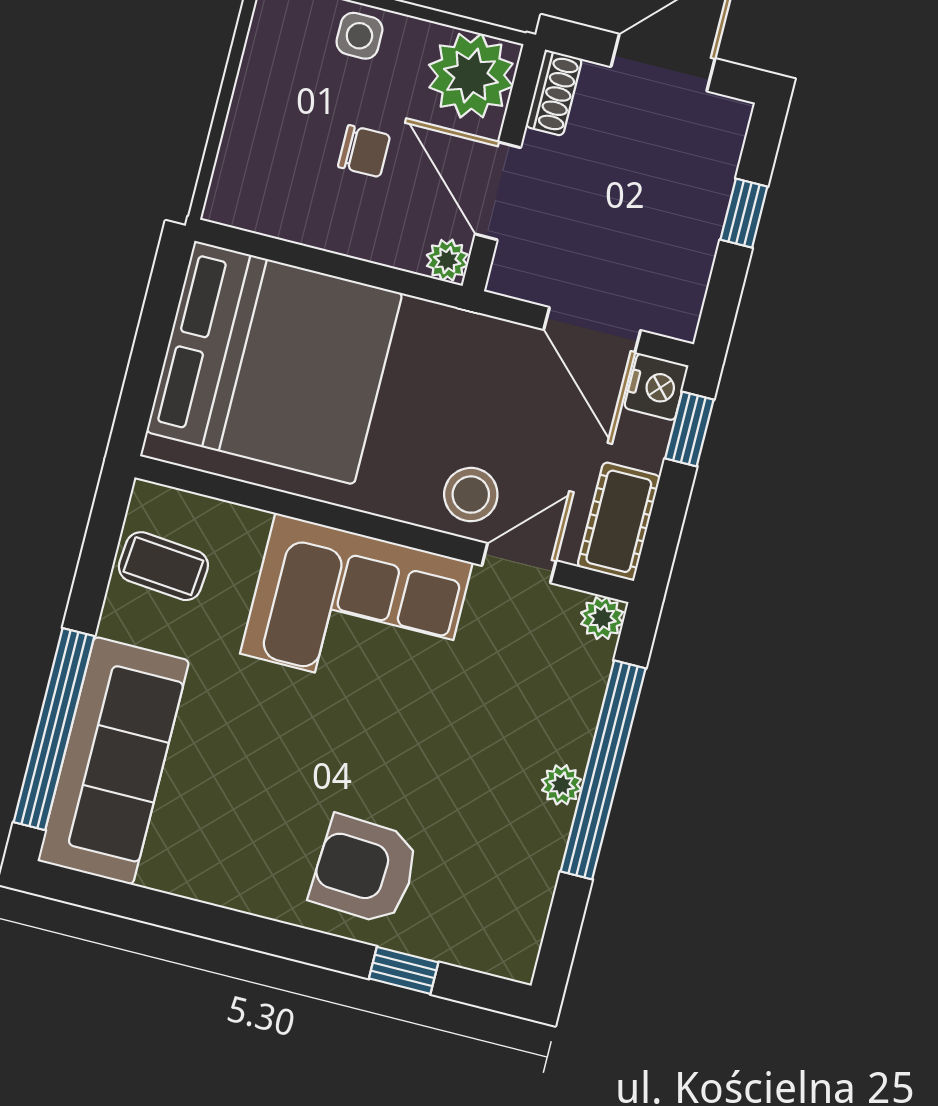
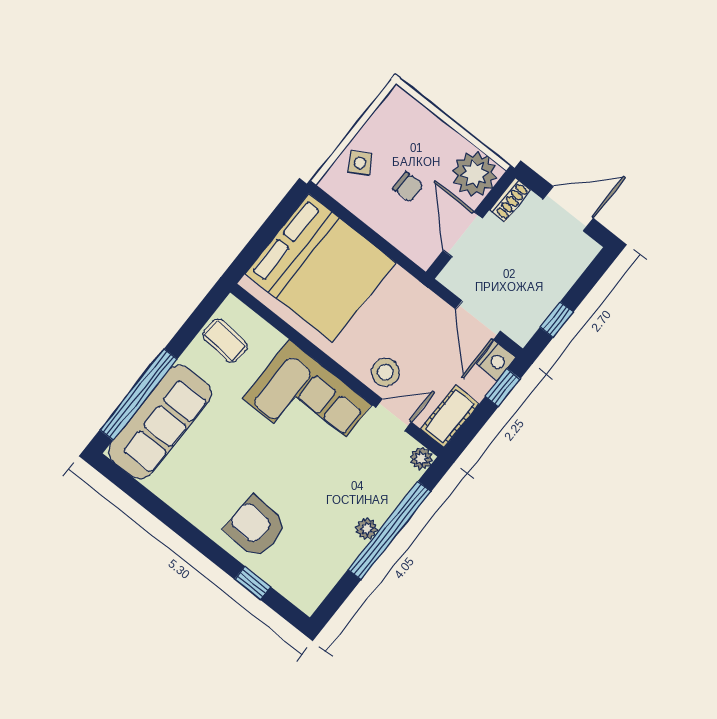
side table: (359, 36) -> (360, 163), moved, turned -30
window: (744, 213) -> (557, 320), moved
plant: (447, 260) -> (424, 256), removed

